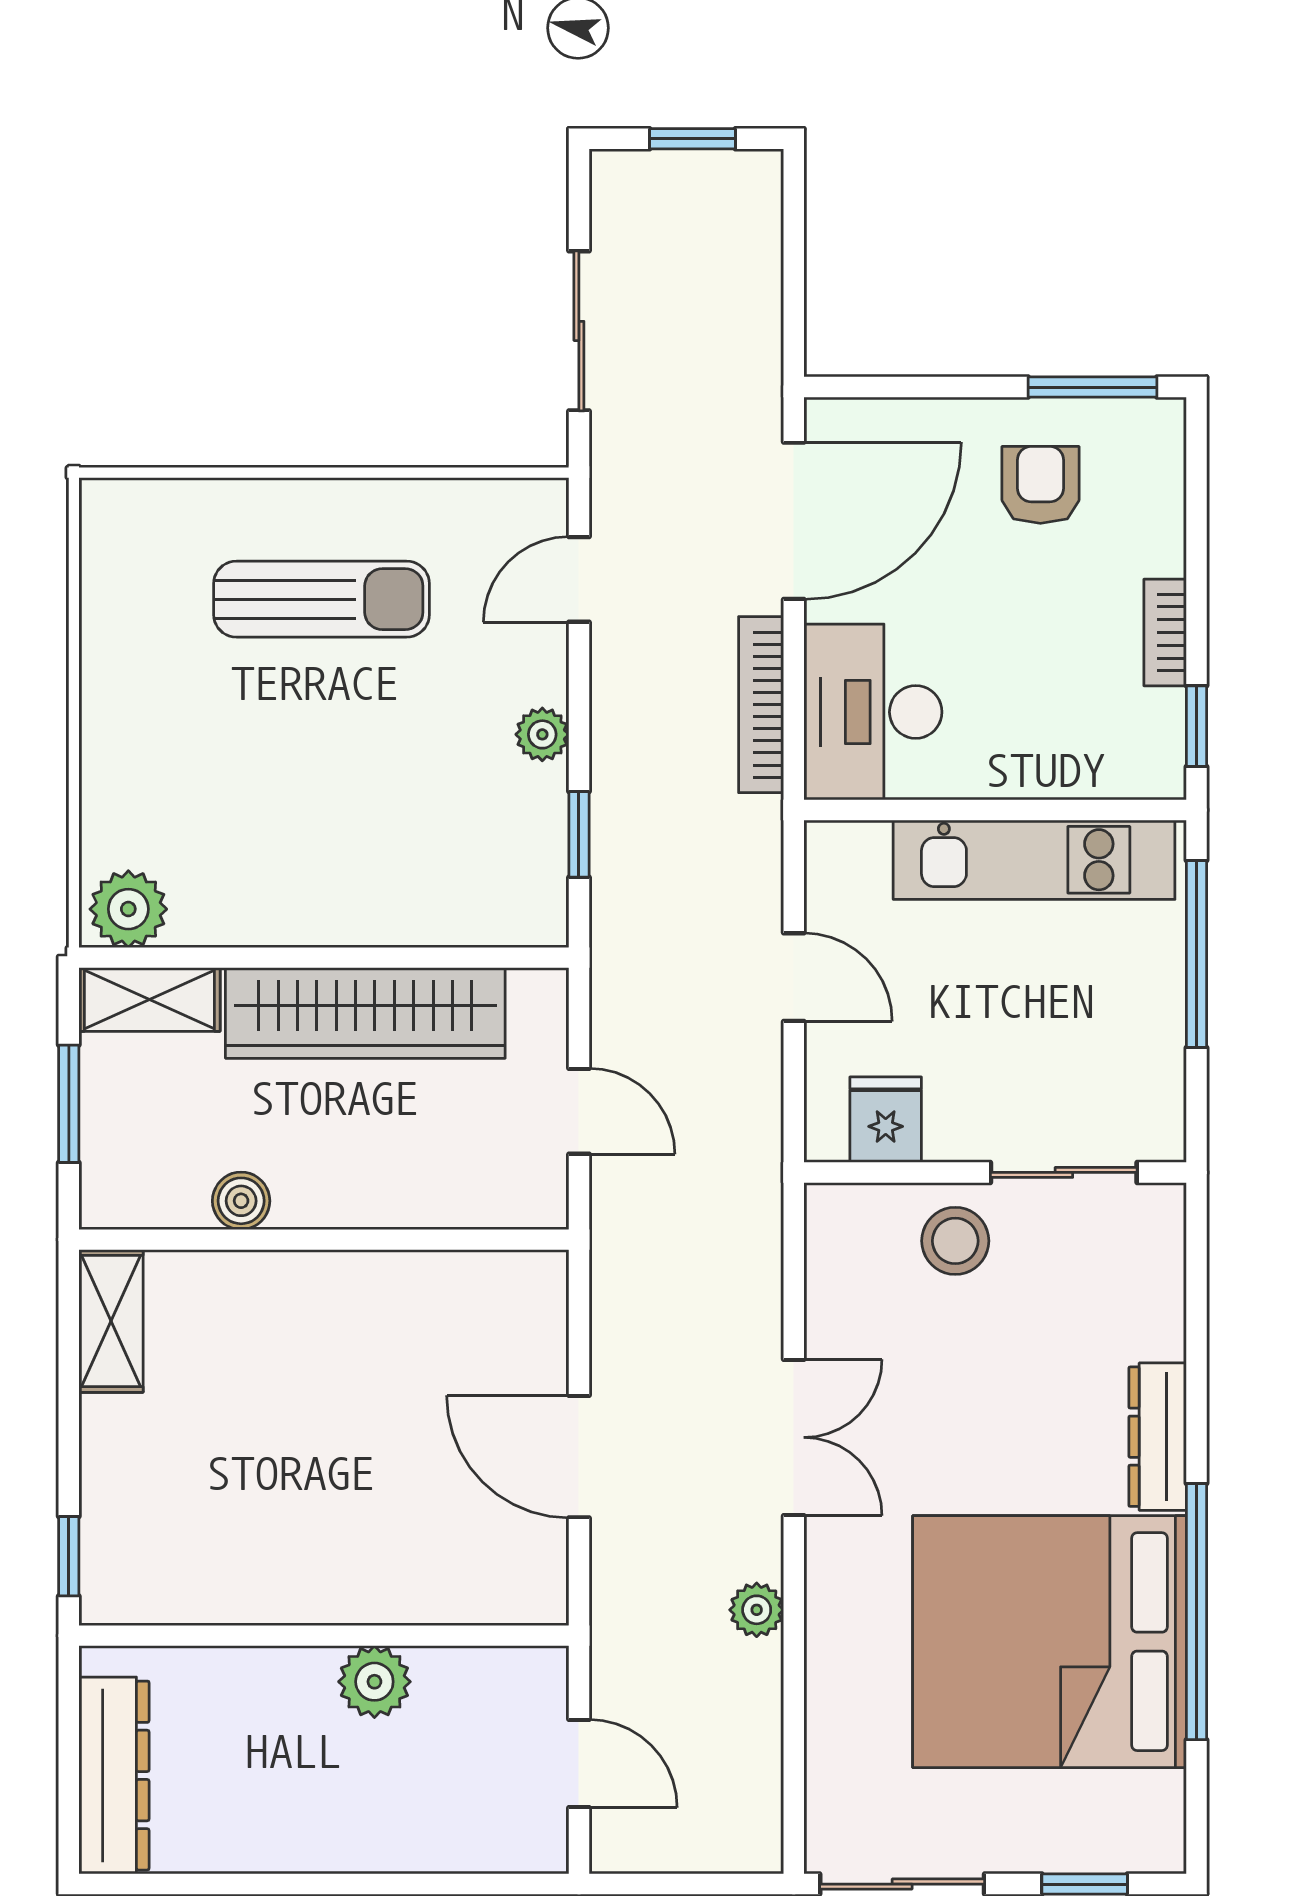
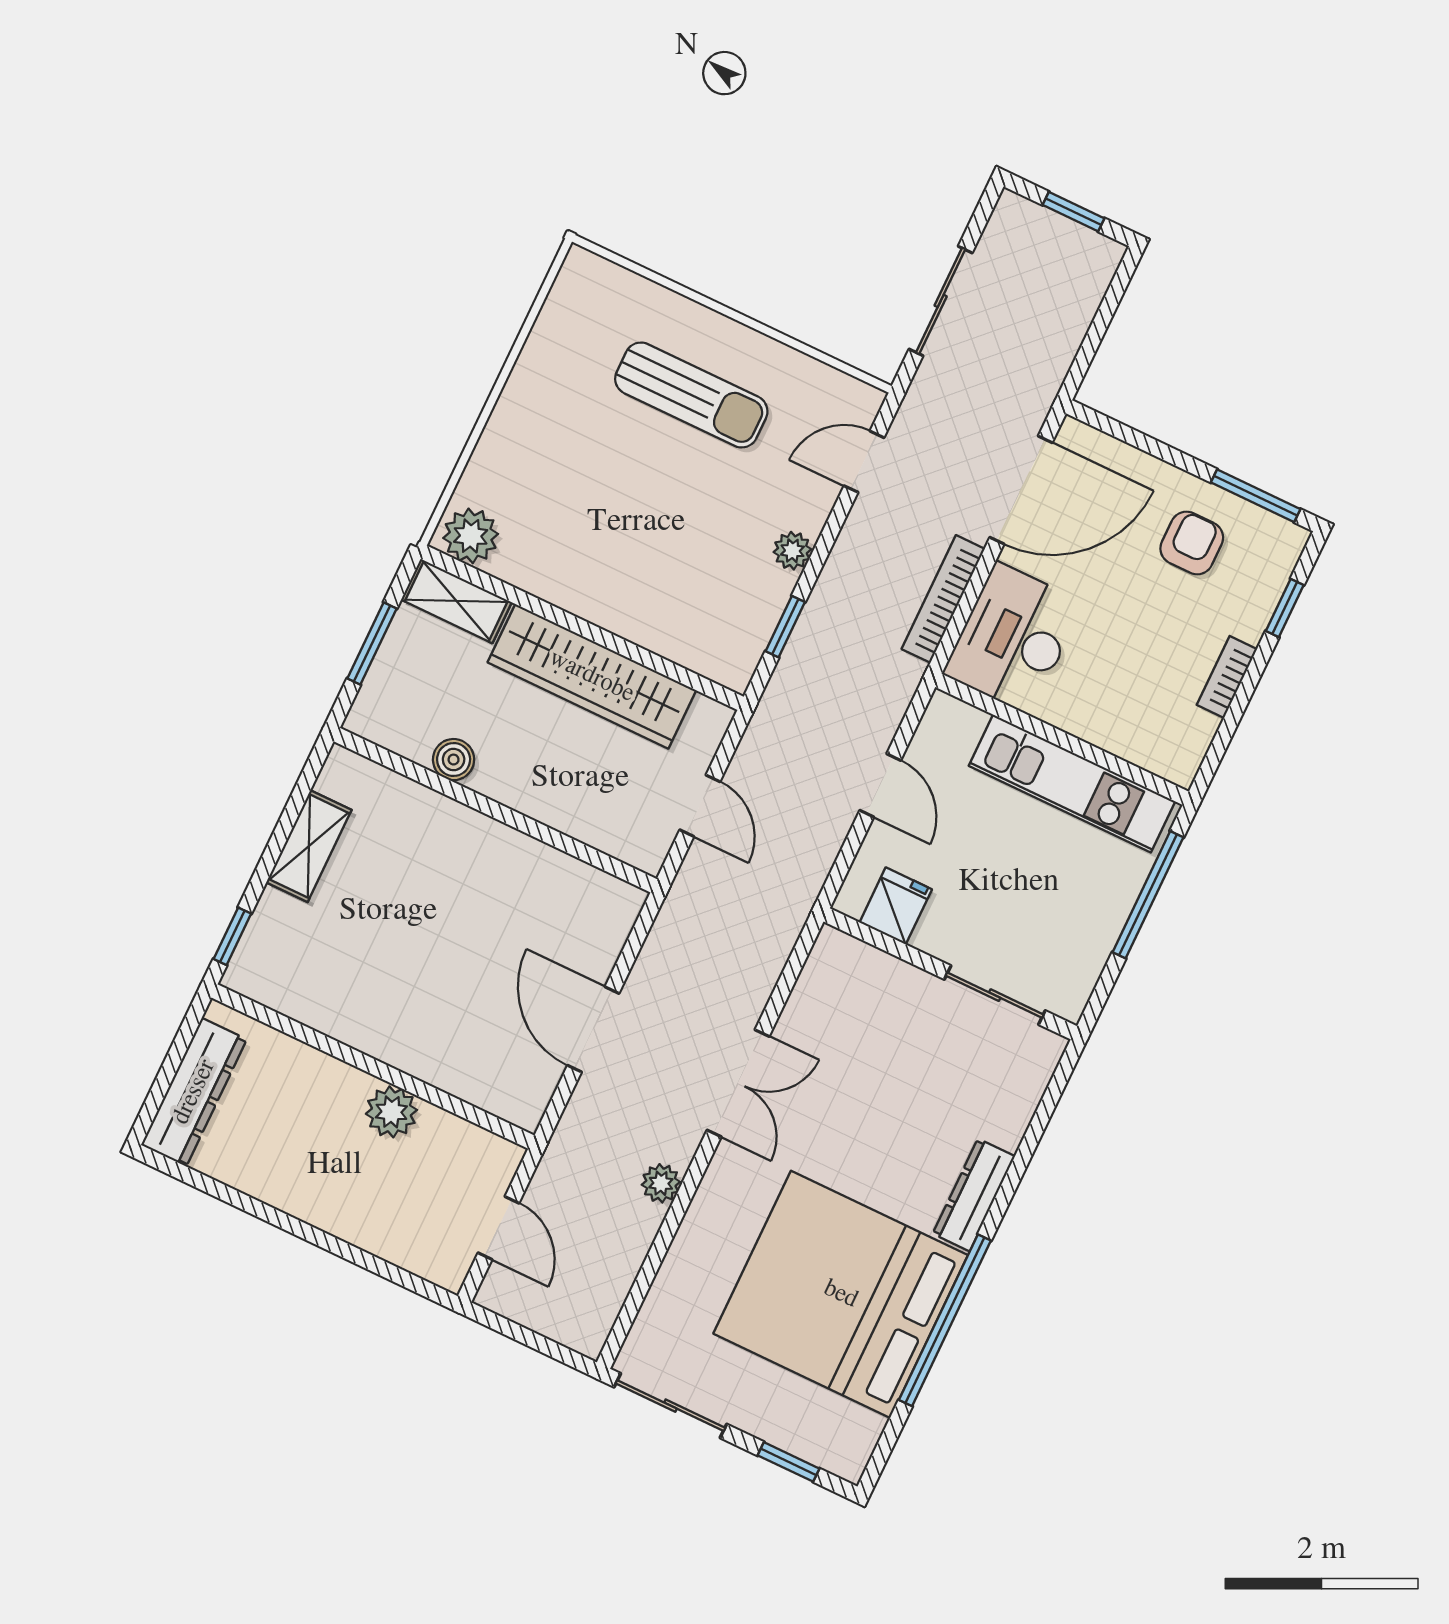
window: (1197, 726) -> (1285, 608), moved
stool: (955, 1241) -> (903, 1006), removed
shelving: (111, 1321) -> (309, 846), moved

